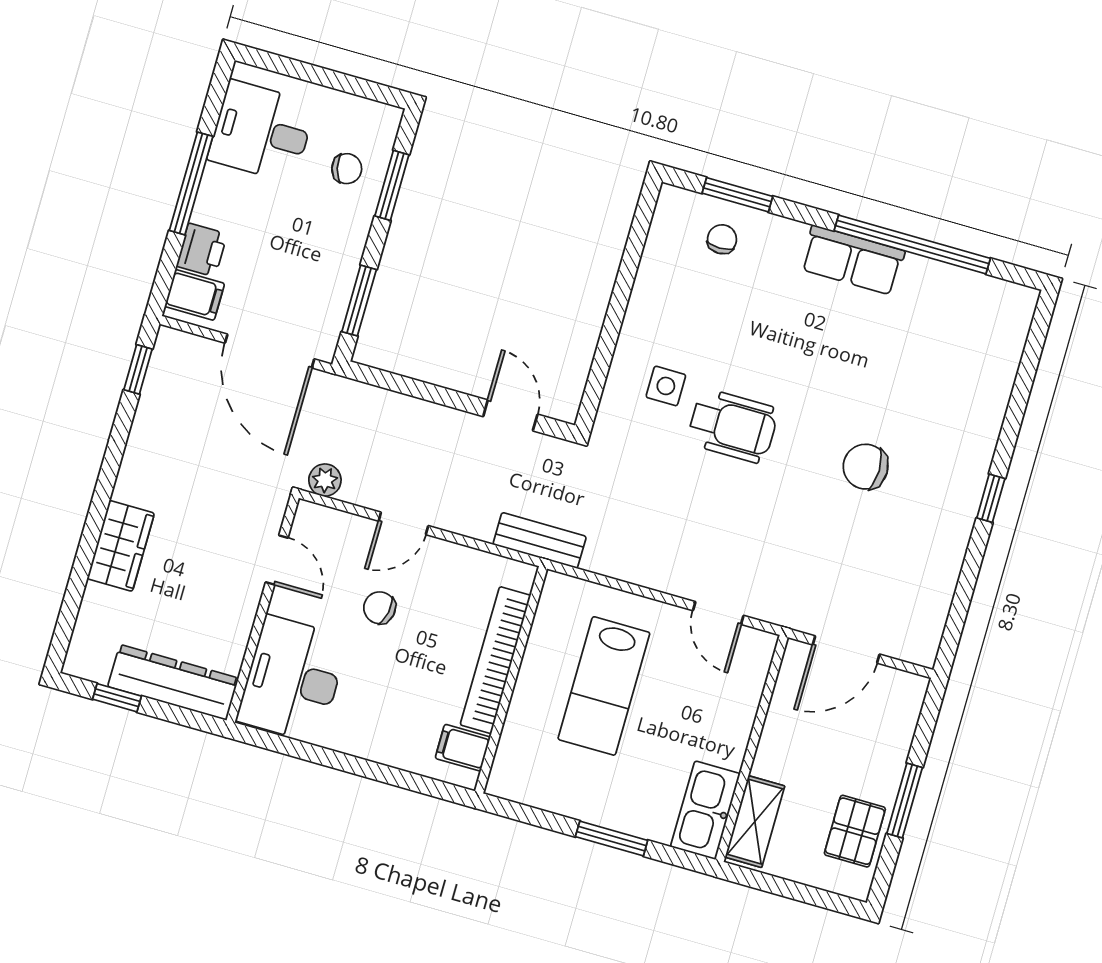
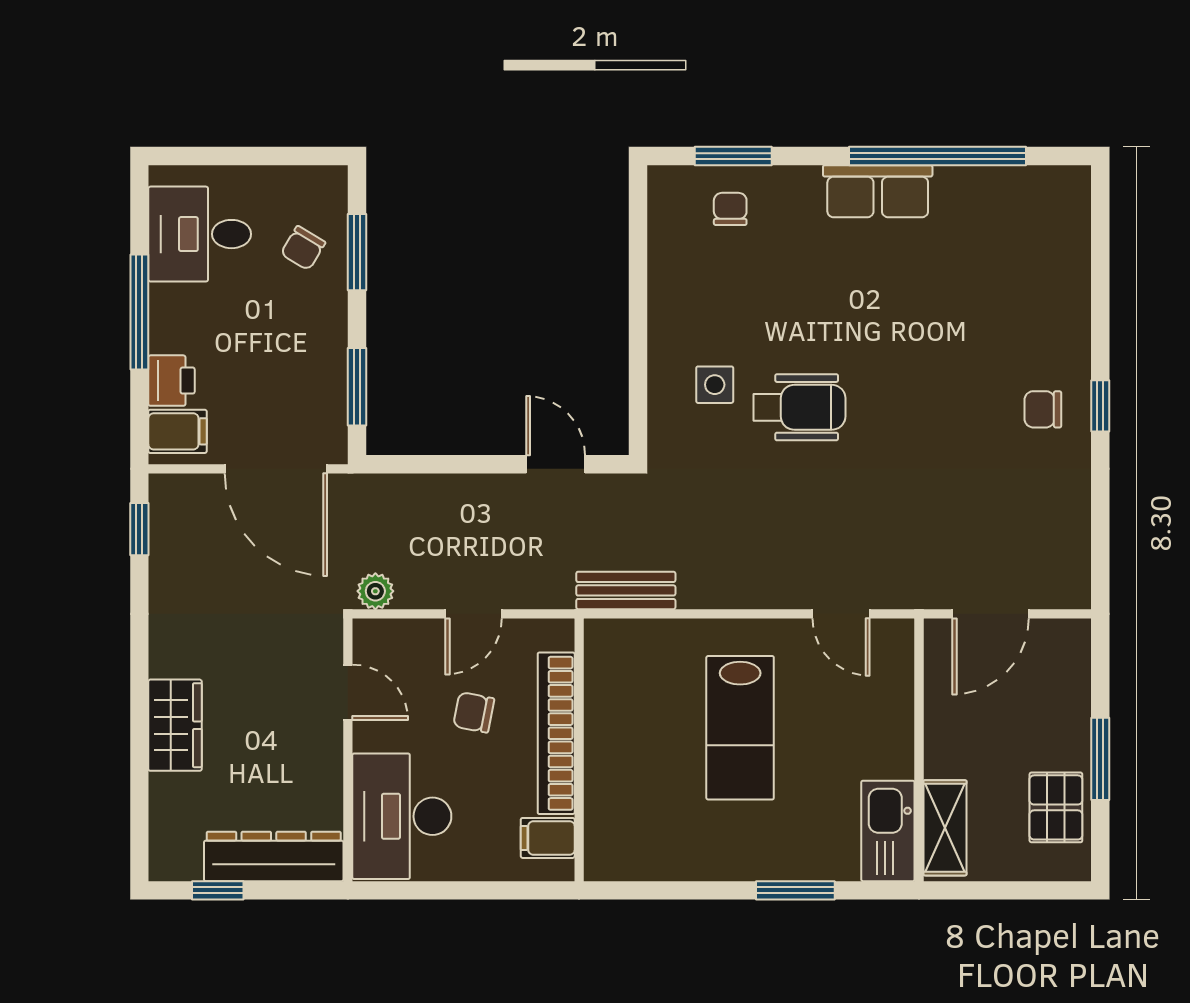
chair: (347, 169) -> (303, 248), turned 135
chair: (866, 467) -> (1043, 409), moved, width x0.73, depth x0.73
bookcase: (496, 660) -> (556, 733), moved
wall: (511, 680) -> (579, 750), moved
filing cabinet: (463, 748) -> (548, 838), moved

